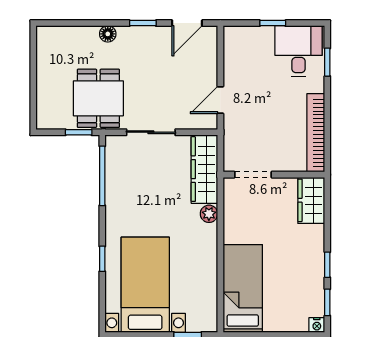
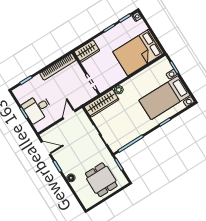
desk: (298, 51) -> (37, 108), moved
dining table: (98, 98) -> (101, 180), moved, turned 90
door: (220, 100) -> (69, 114), swing flipped
bed: (243, 289) -> (138, 53), width x1.50

